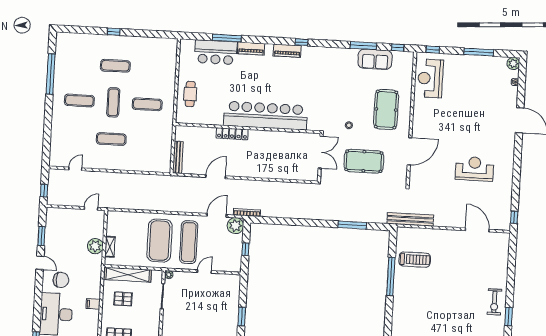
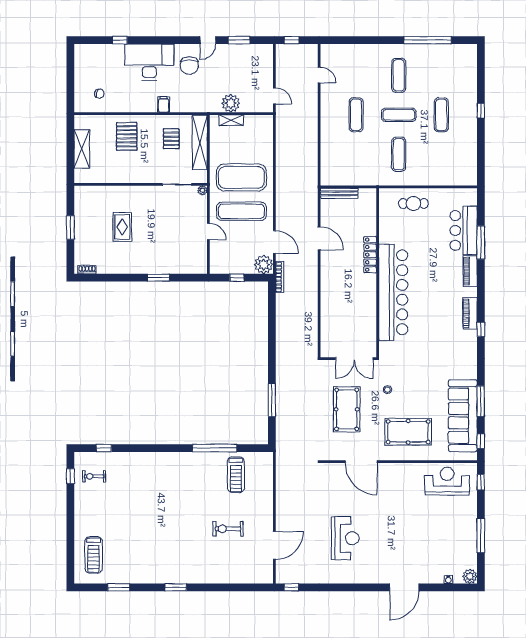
sofa: (375, 59) -> (463, 416), width x1.85, depth x1.27
bench: (410, 219) -> (282, 467), removed
exercise bike: (494, 302) -> (228, 529), moved

